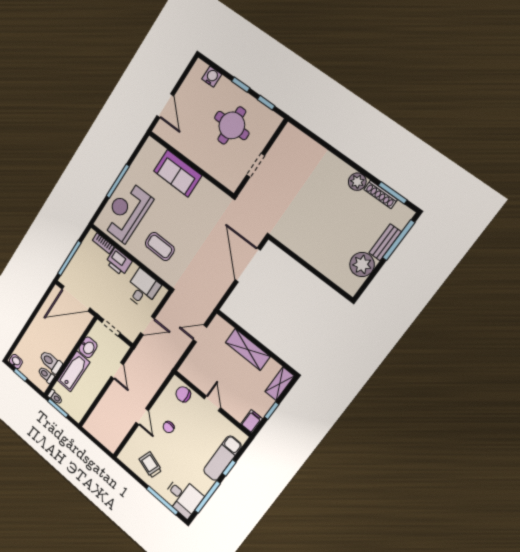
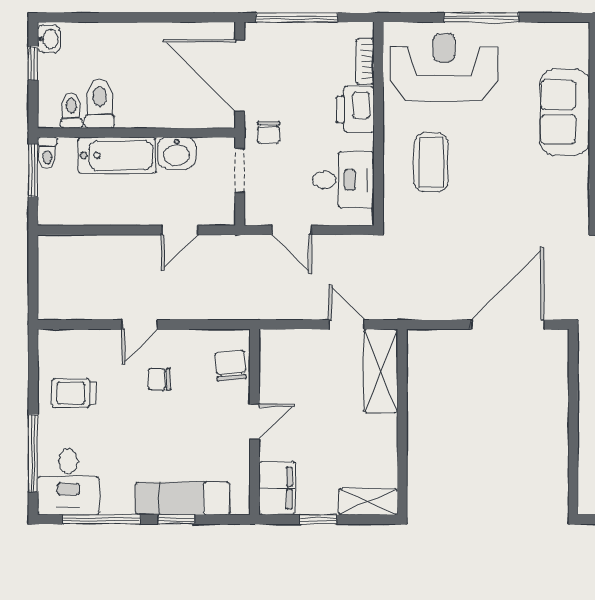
chair: (104, 304) -> (269, 132), added
shelving: (248, 349) -> (381, 371), moved
filing cabinet: (252, 421) -> (277, 488), width x2.00
trolley: (150, 465) -> (74, 393), turned -108

